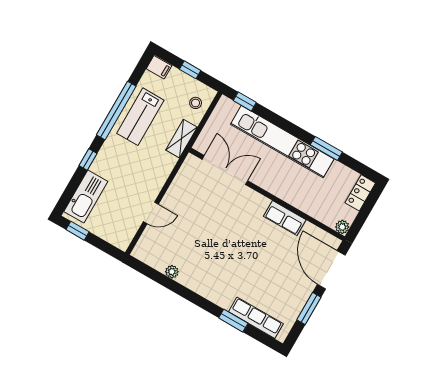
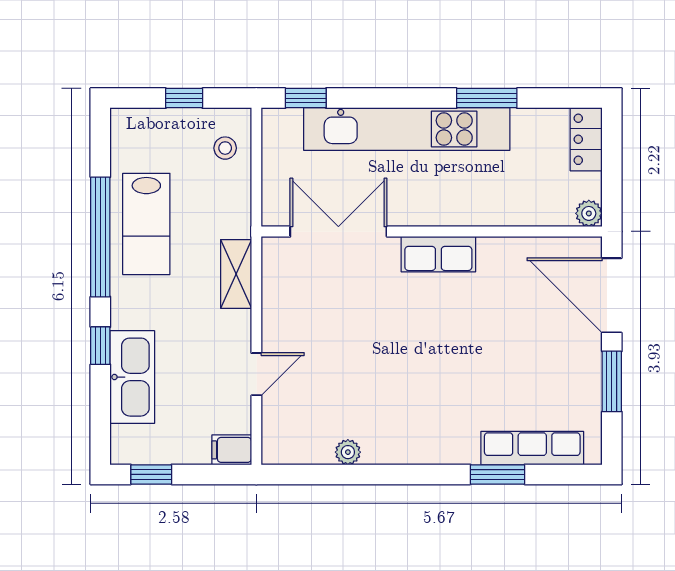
filing cabinet: (159, 67) -> (232, 450), moved, turned 180
shelving: (181, 139) -> (236, 274), moved
kitchen sink: (86, 197) -> (132, 377), moved
row of seats: (285, 218) -> (438, 254), moved

